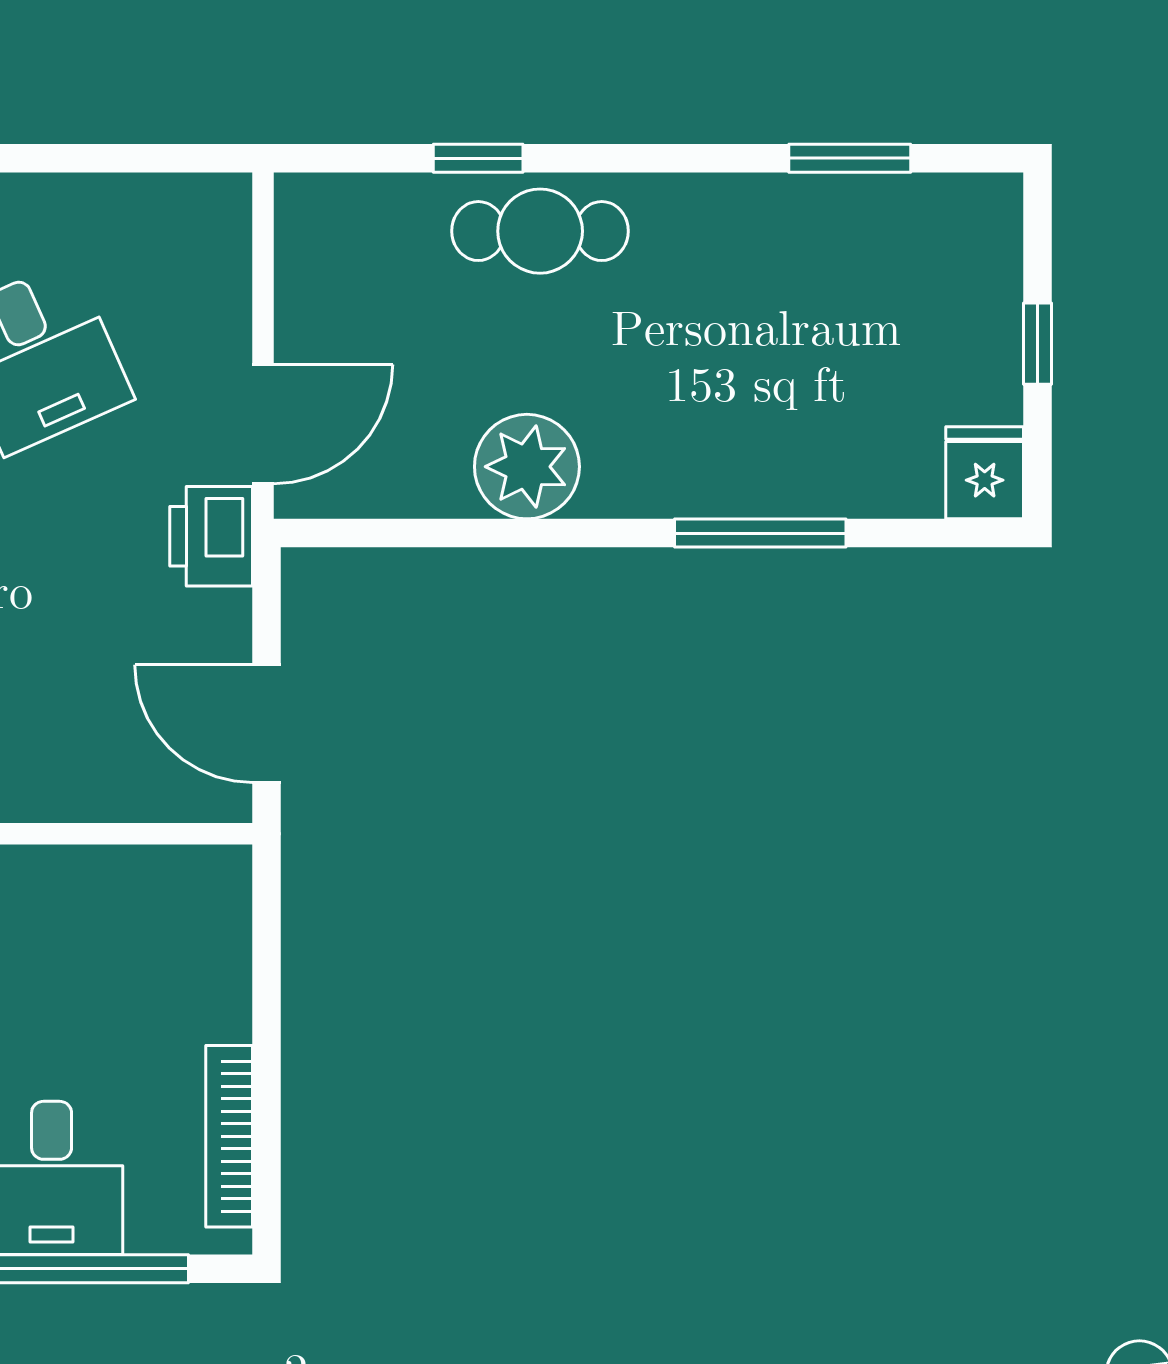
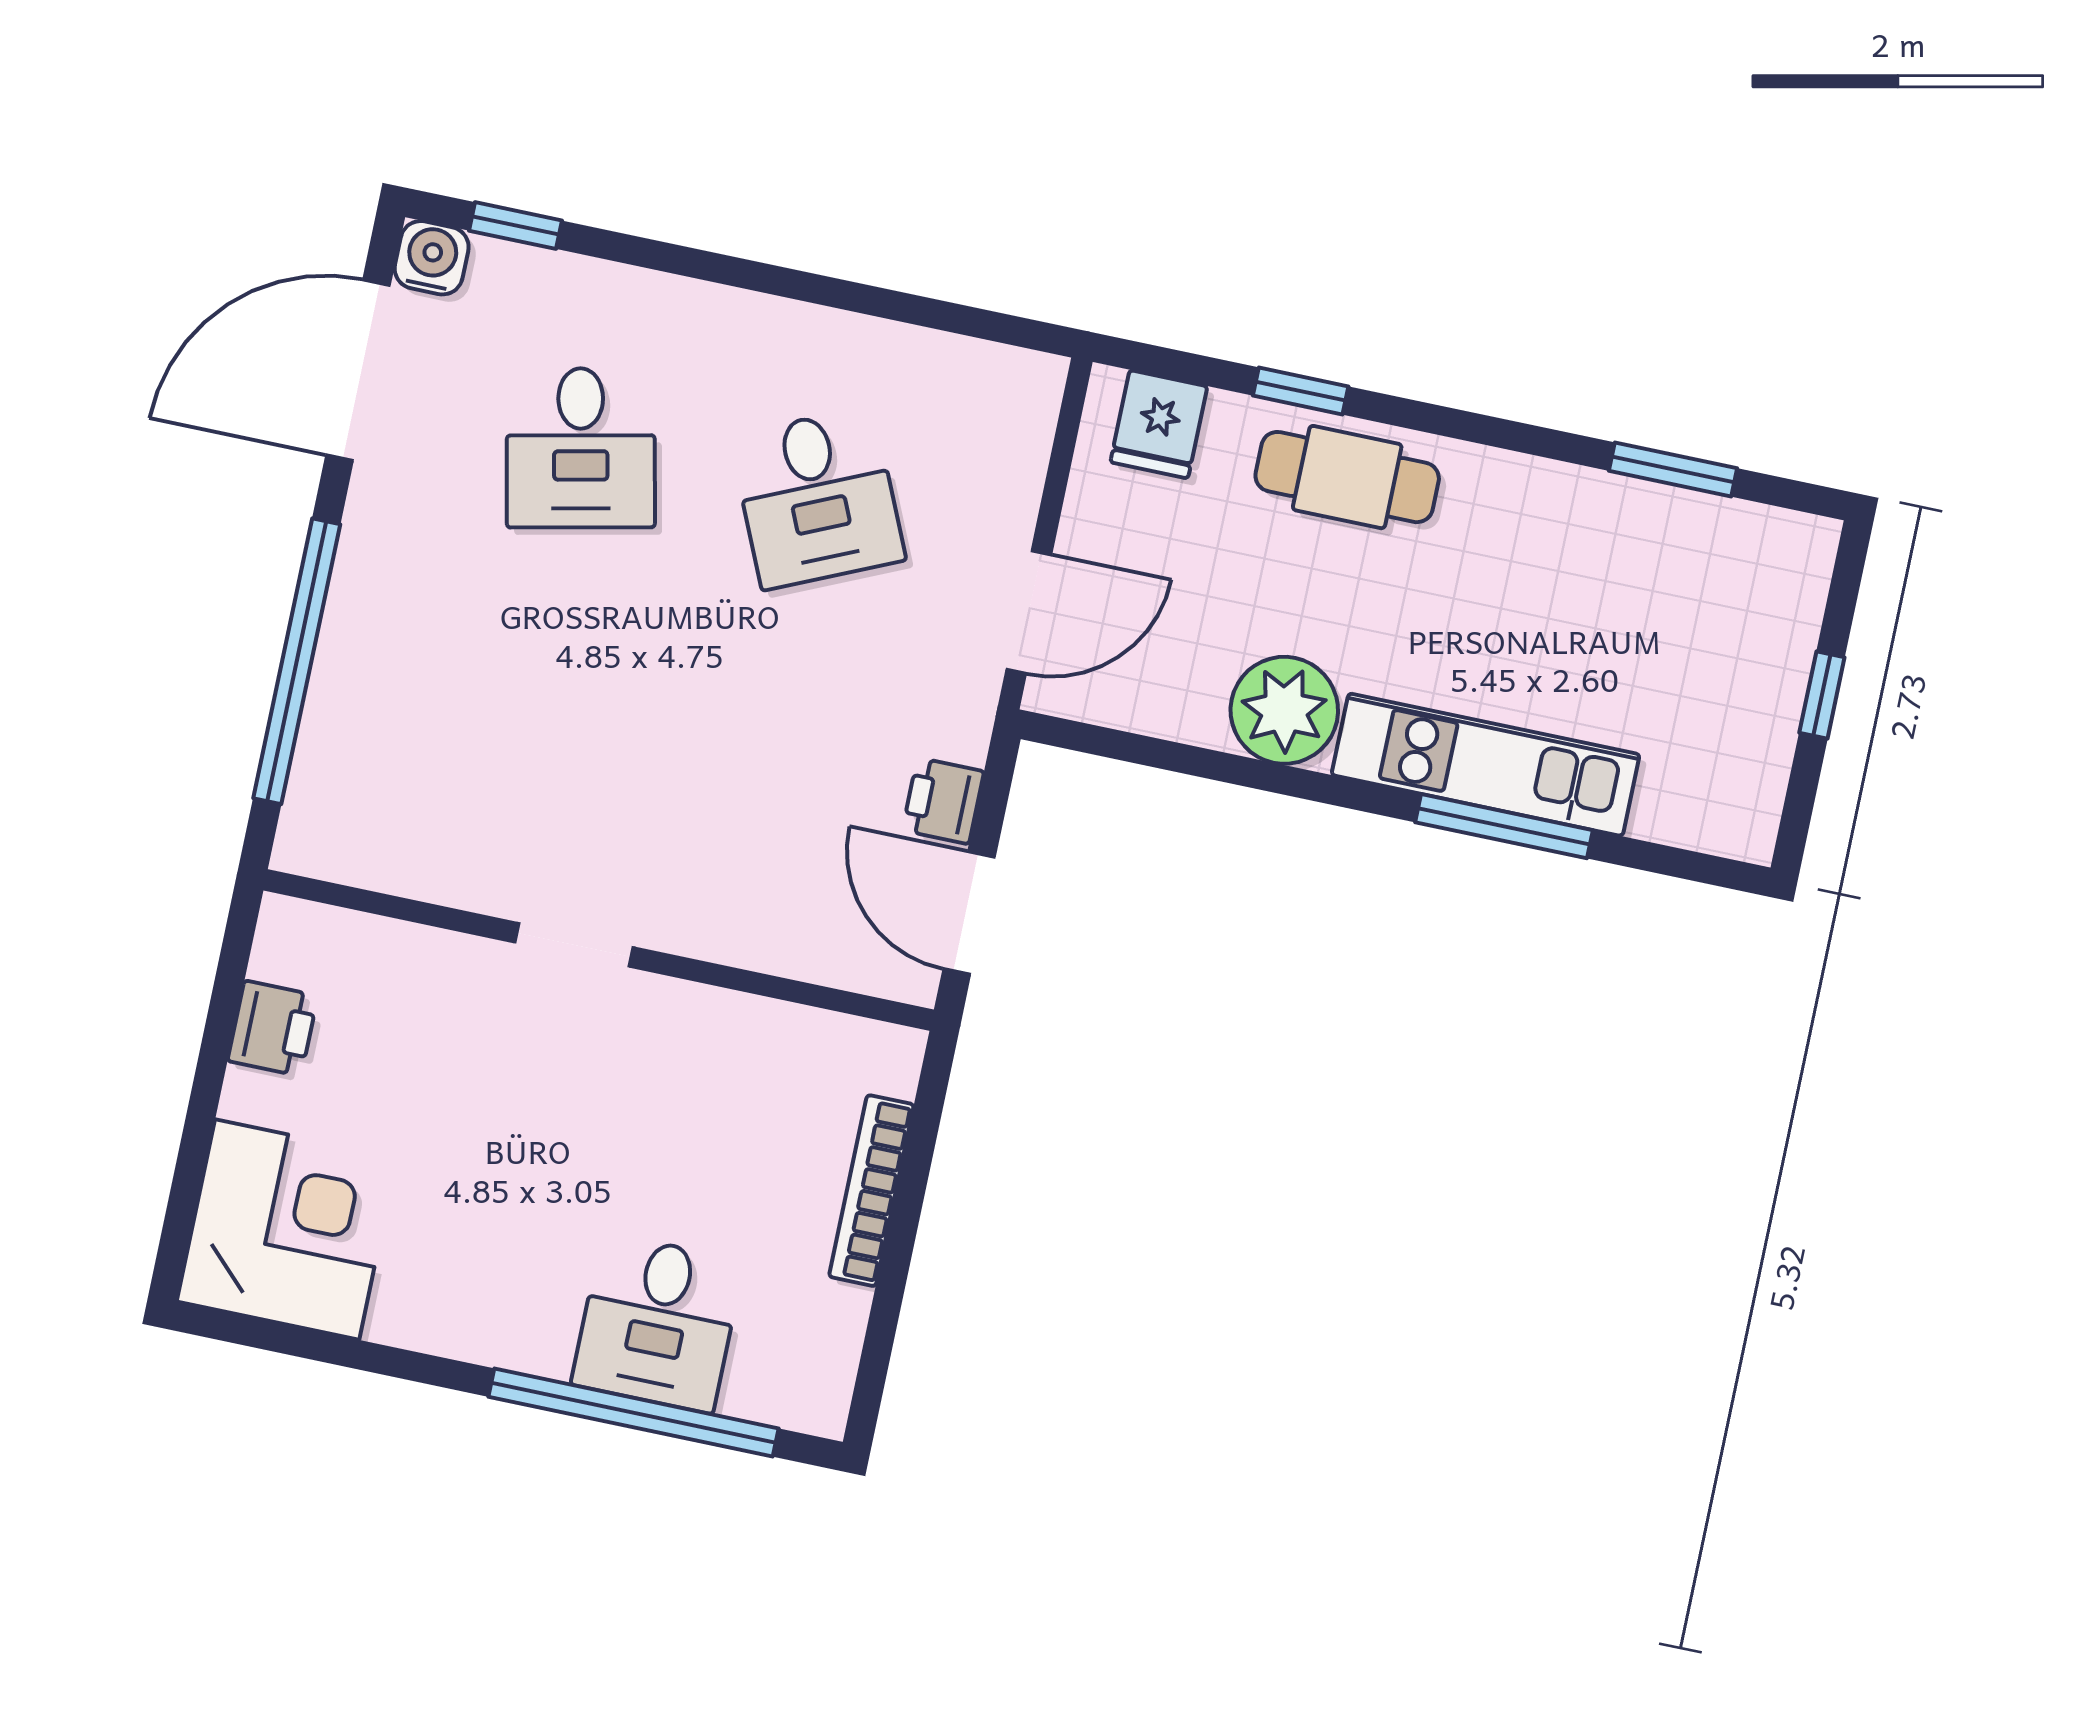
fridge: (985, 473) -> (1159, 424), moved, turned 180
kitchen unit: (730, 478) -> (1486, 765), added
printer: (211, 536) -> (943, 801), moved, width x0.73, depth x0.81
bookcase: (229, 1136) -> (871, 1191), moved

